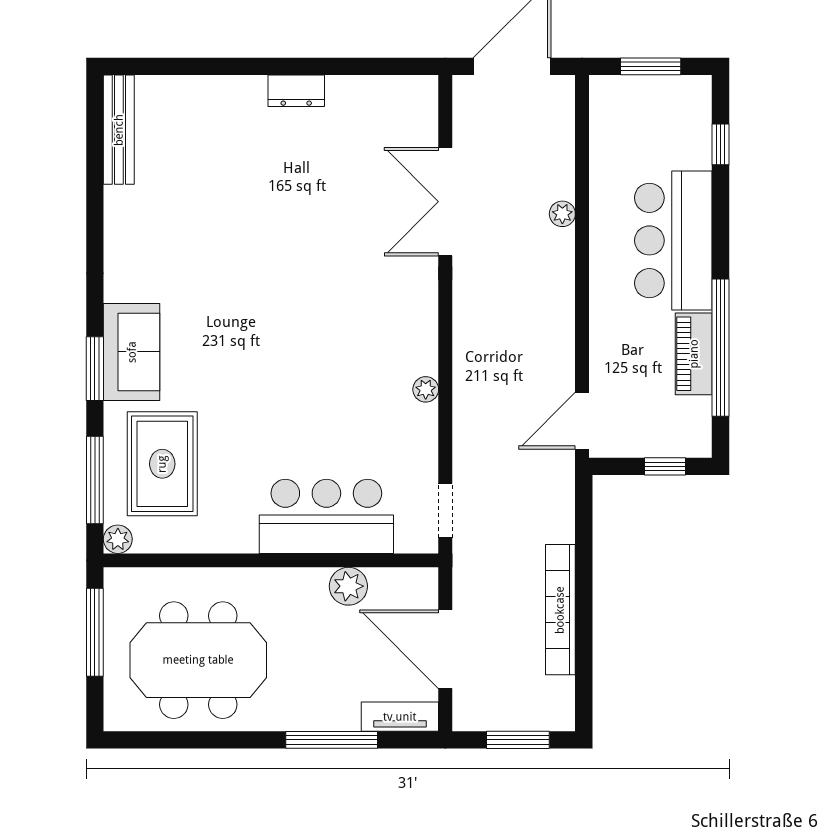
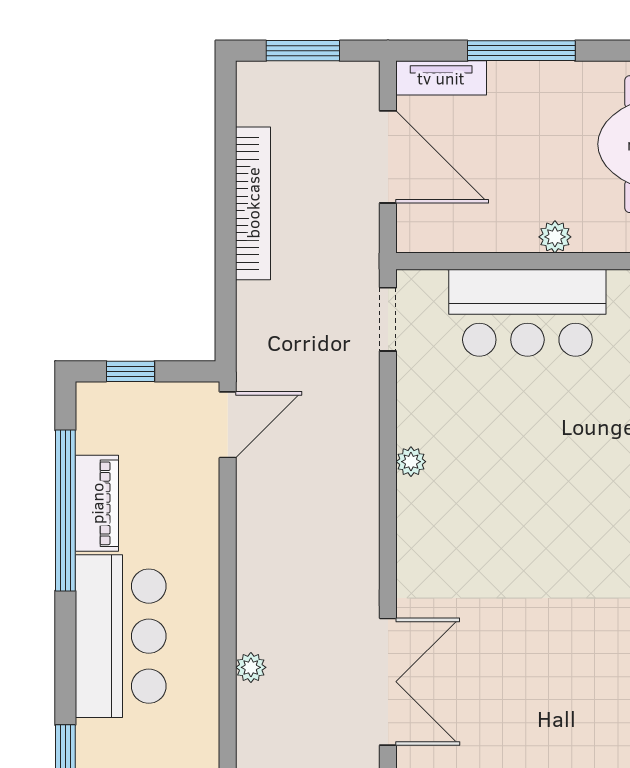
plant: (348, 586) -> (555, 237), moved, width x0.73, depth x0.73

